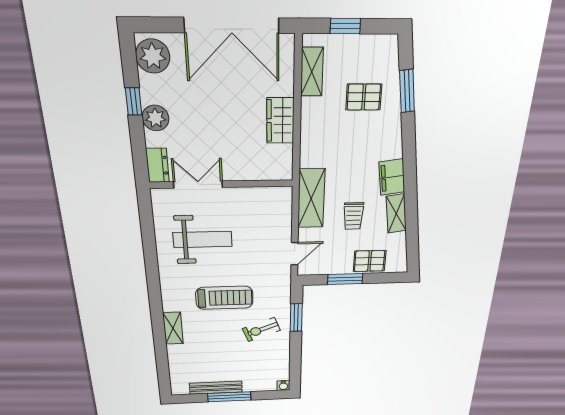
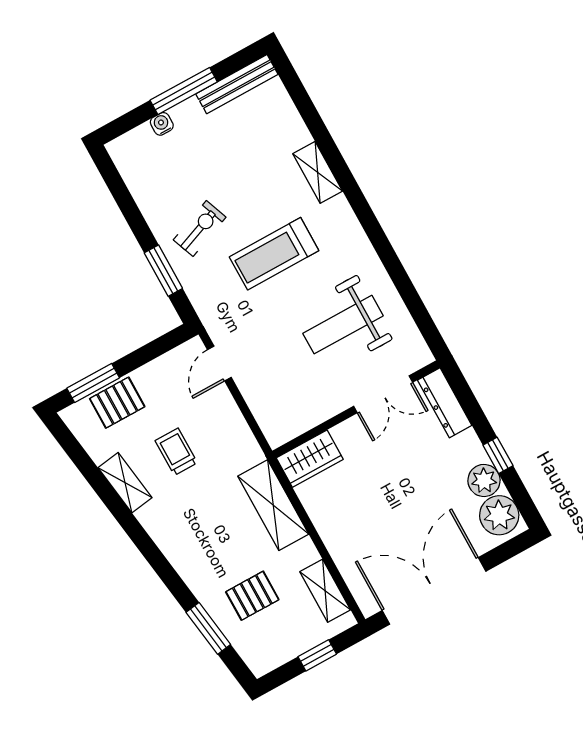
plant: (155, 118) -> (484, 480), moved
wardrobe: (280, 121) -> (310, 459), moved, turned 90
dresser: (157, 165) -> (445, 403), width x1.44
filing cabinet: (392, 177) -> (161, 524), removed
shelving: (311, 198) -> (273, 505), moved
window: (345, 279) -> (93, 383), moved
water cooler: (283, 386) -> (162, 124), moved
bench: (216, 388) -> (237, 84), moved

